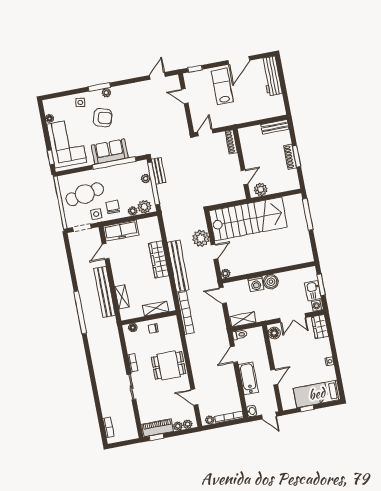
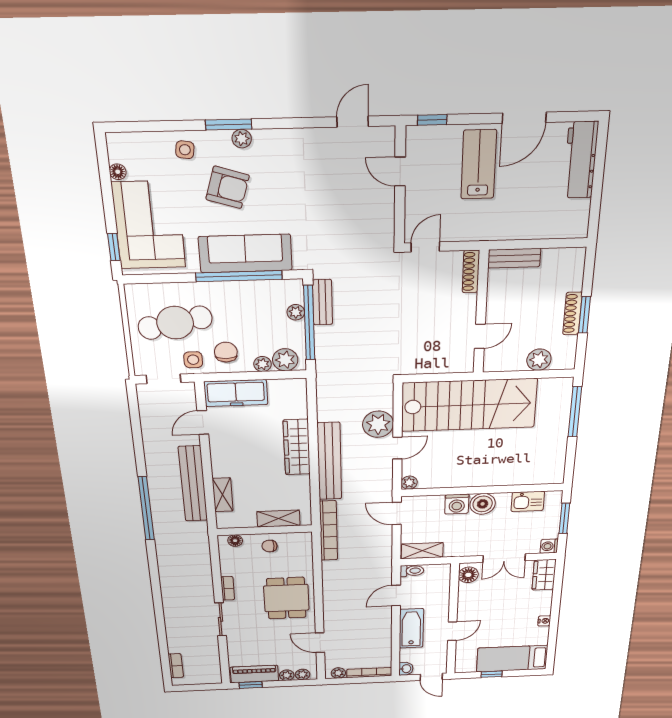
bench: (275, 127) -> (514, 258), moved
sofa: (110, 152) -> (245, 253), width x1.36
plant: (261, 189) -> (539, 360), moved
kitchen sink: (313, 291) -> (528, 501), moved, turned -90
dining table: (169, 365) -> (286, 598), turned 90

